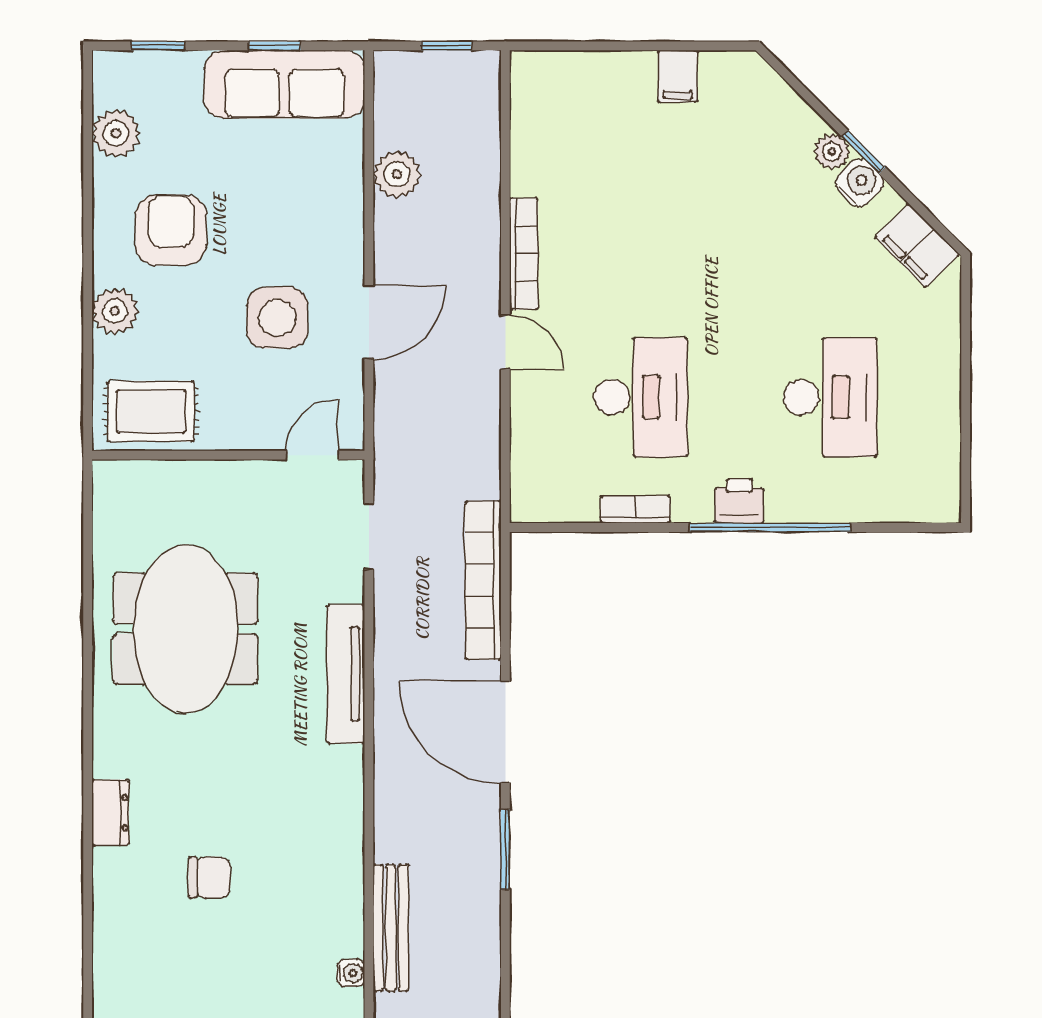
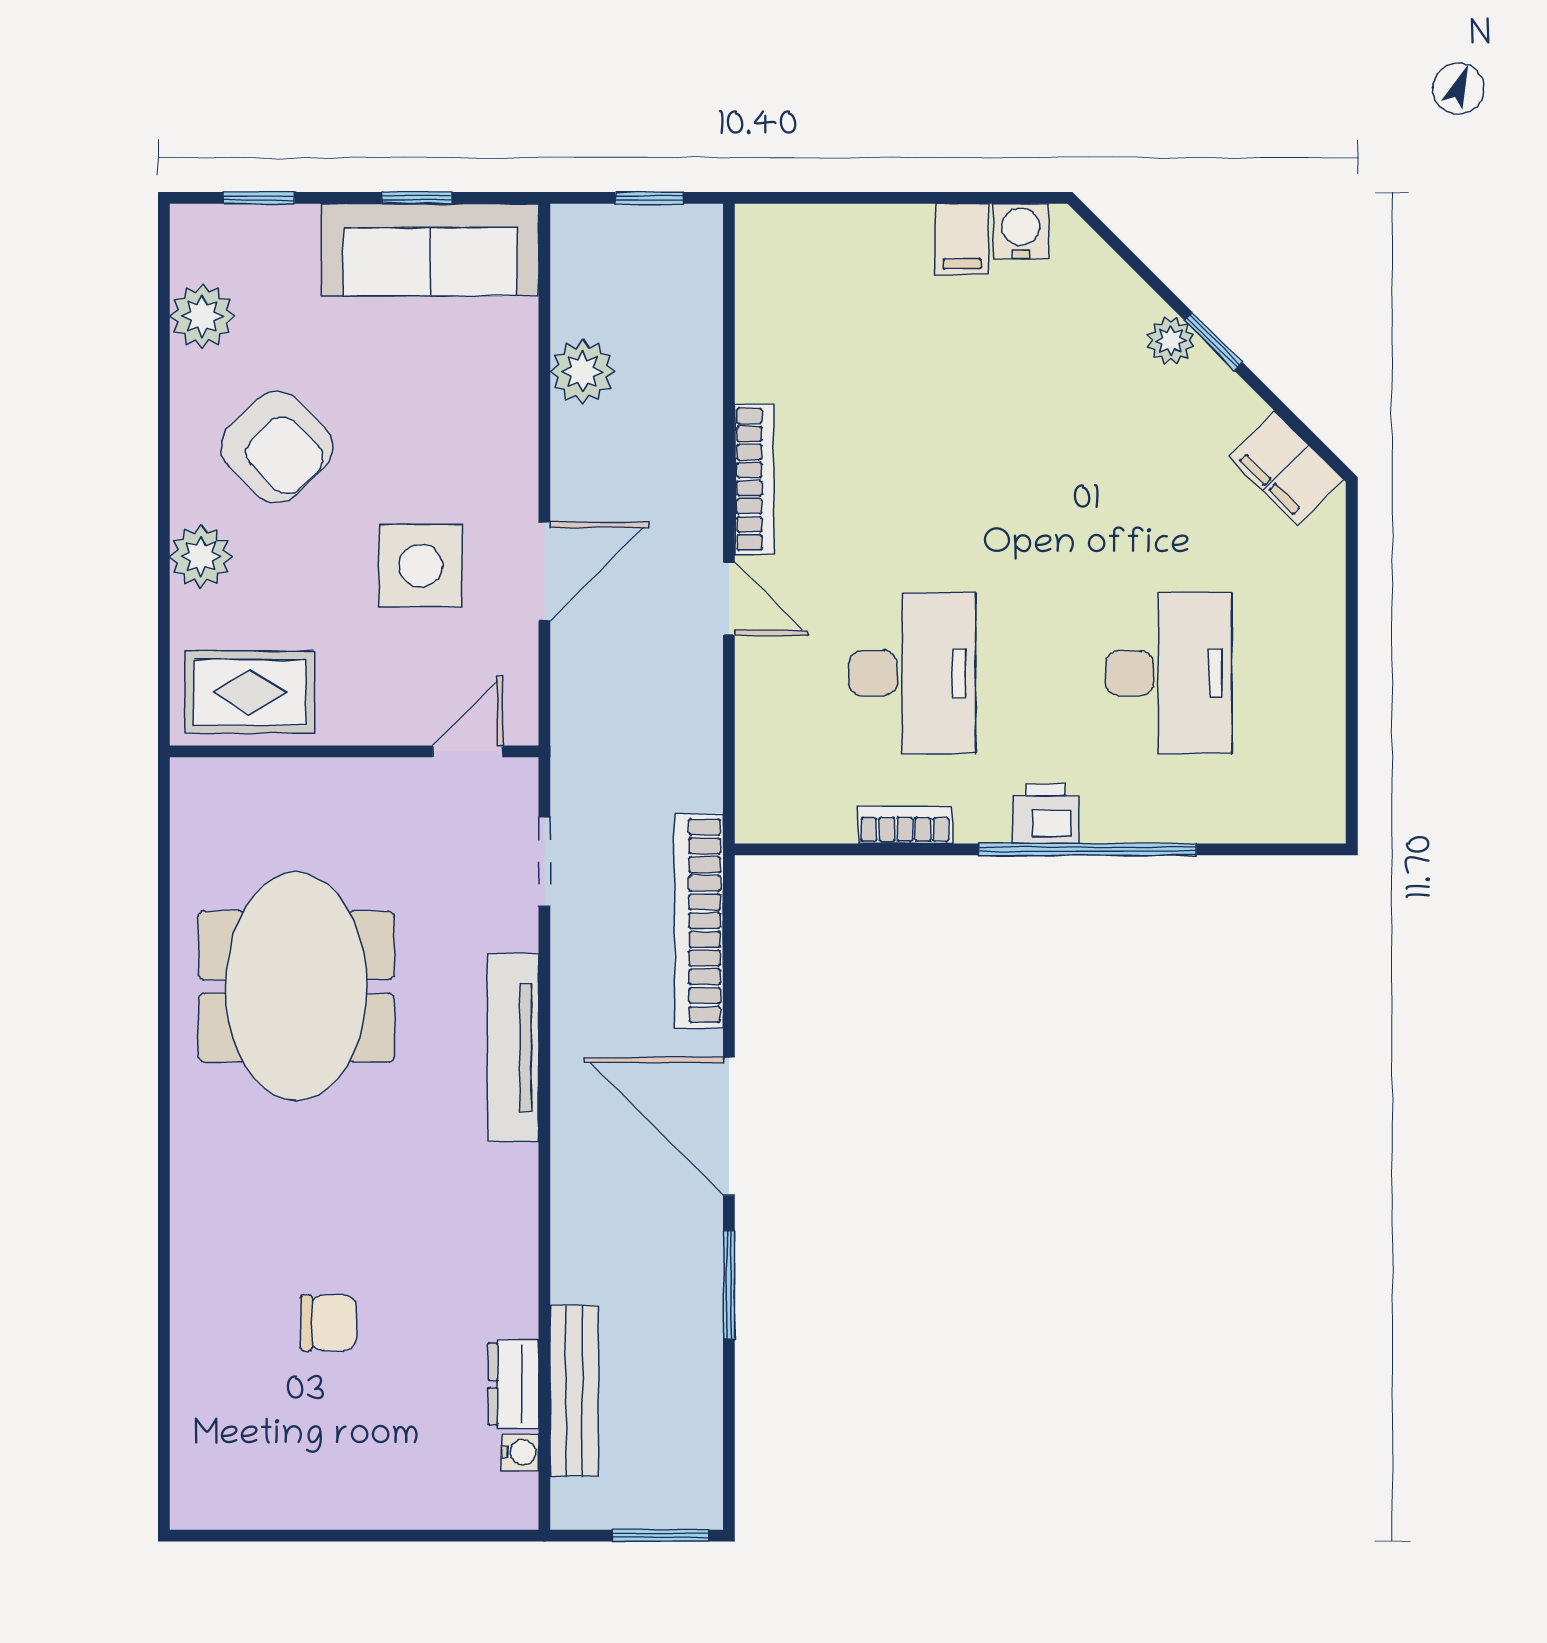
water cooler: (859, 183) -> (1021, 231), moved, turned -45
armchair: (171, 230) -> (277, 447), turned 136
dresser: (110, 813) -> (514, 1384), moved, turned 180

